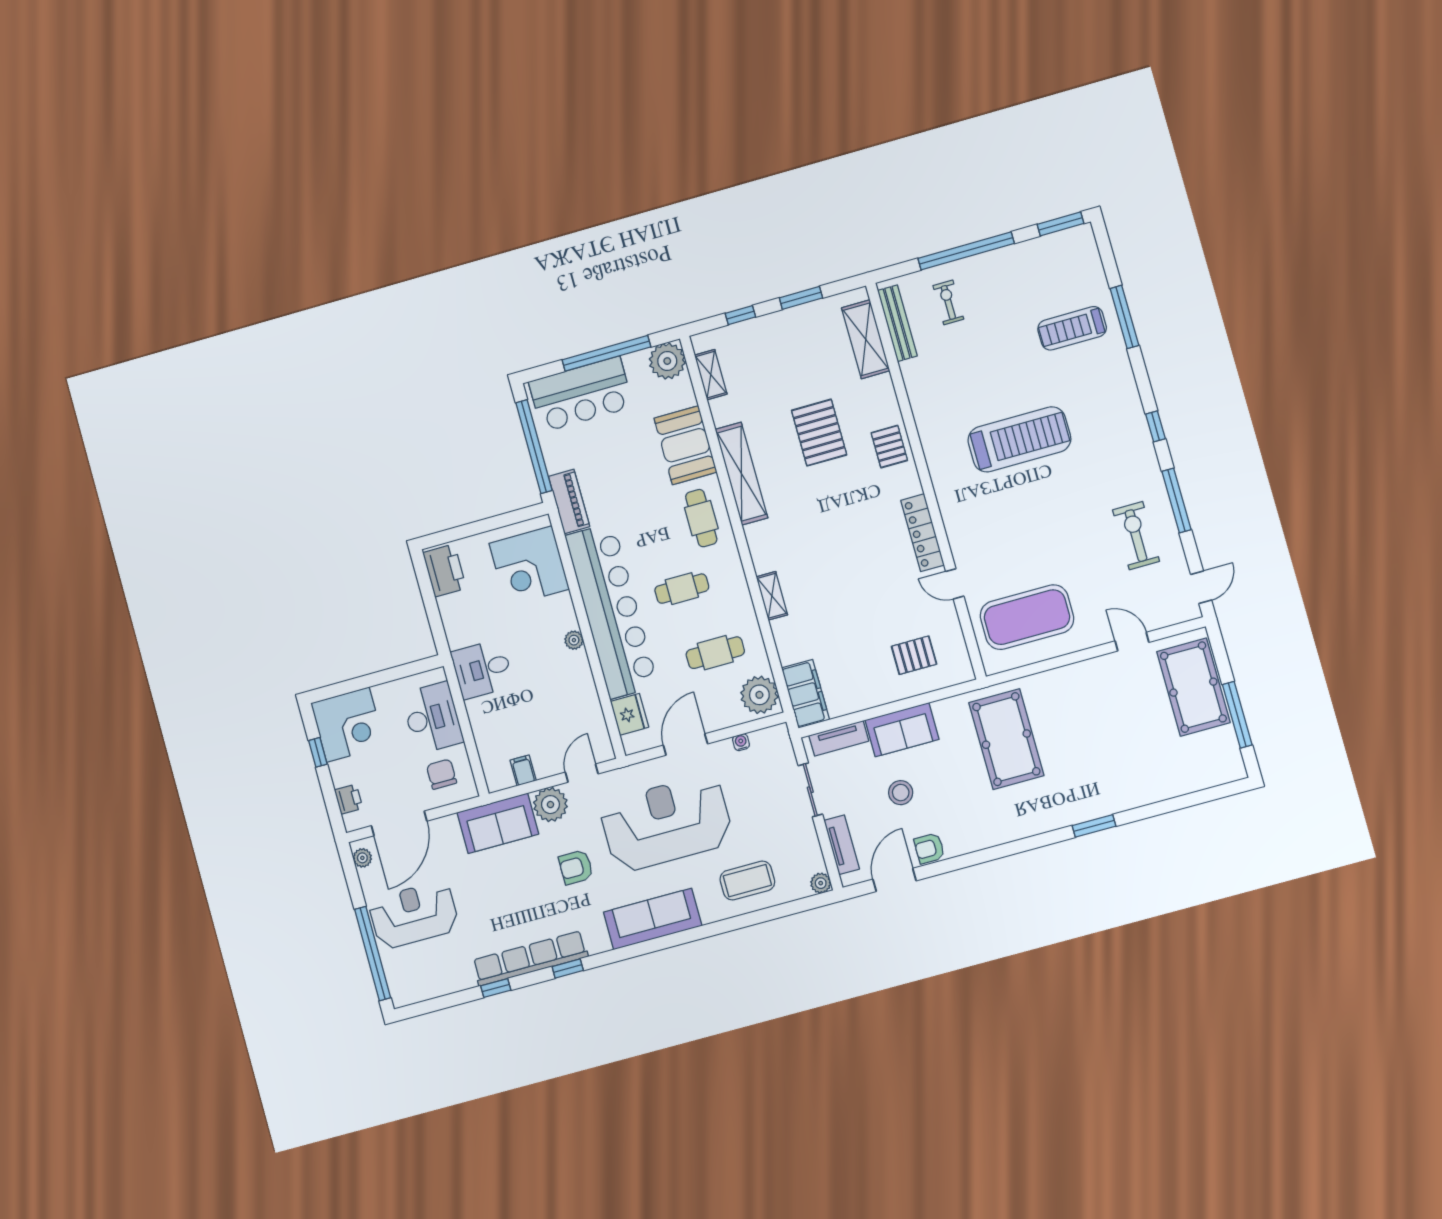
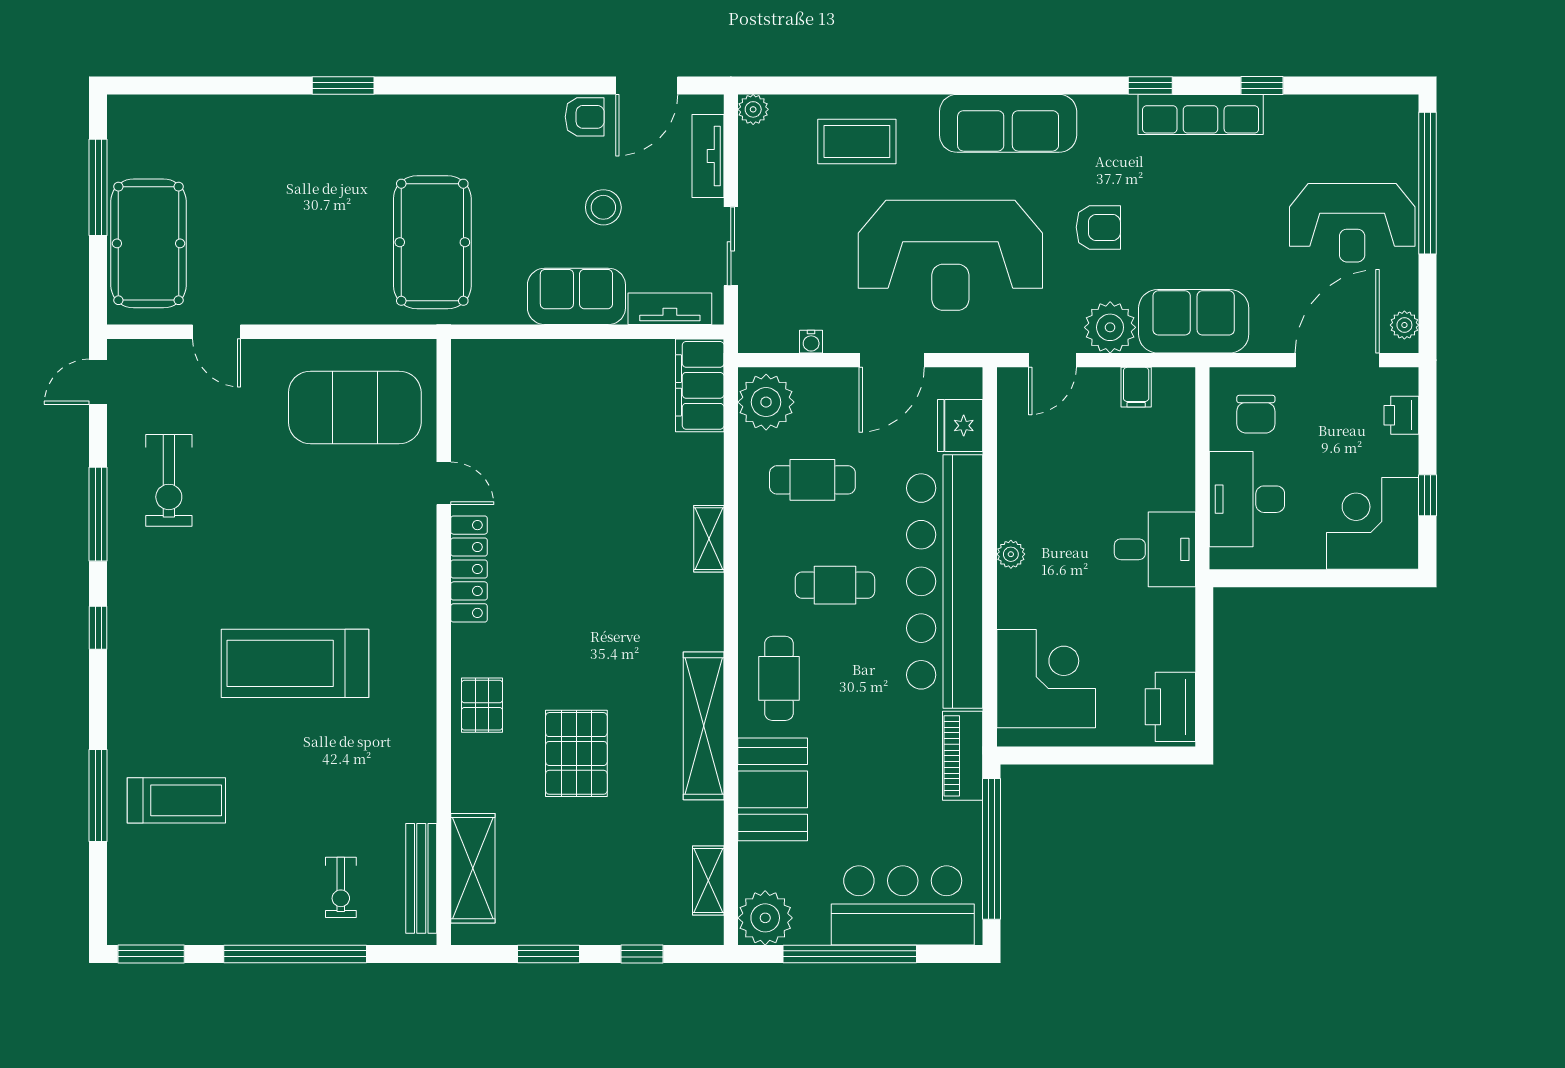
pallet: (914, 655) -> (530, 398), removed
row of seats: (530, 958) -> (1201, 114), width x0.73

